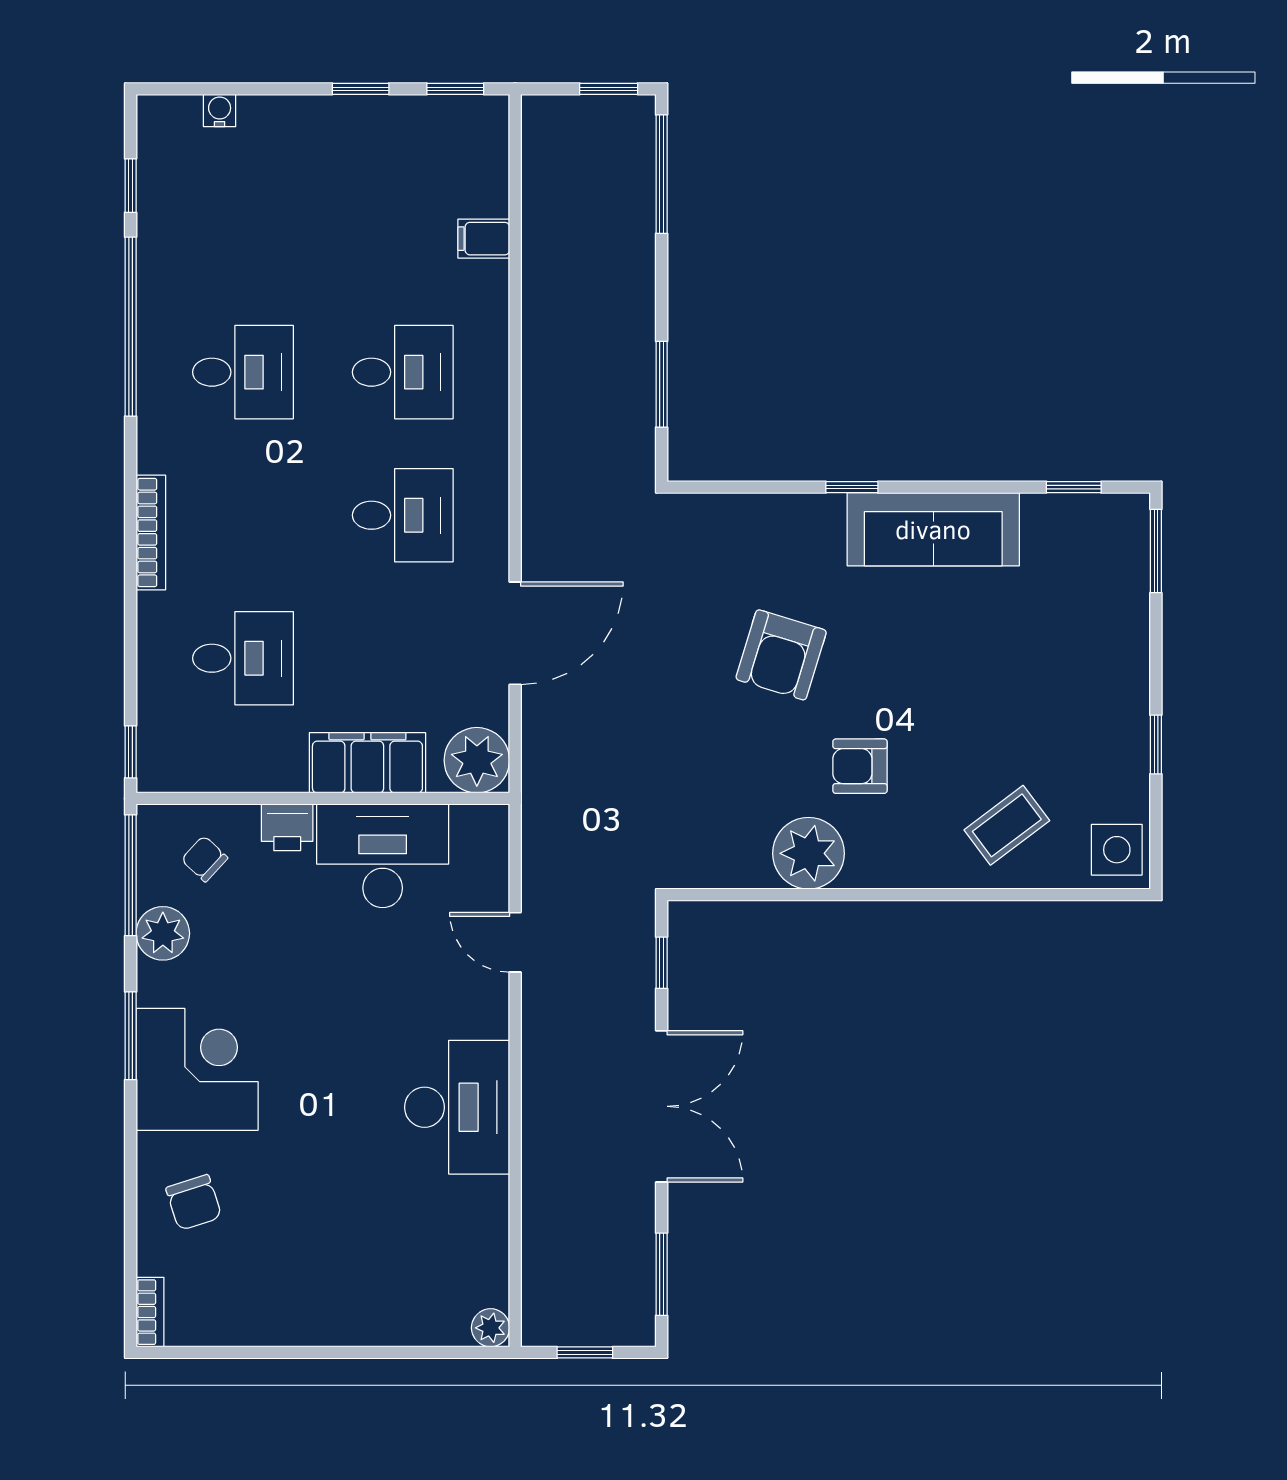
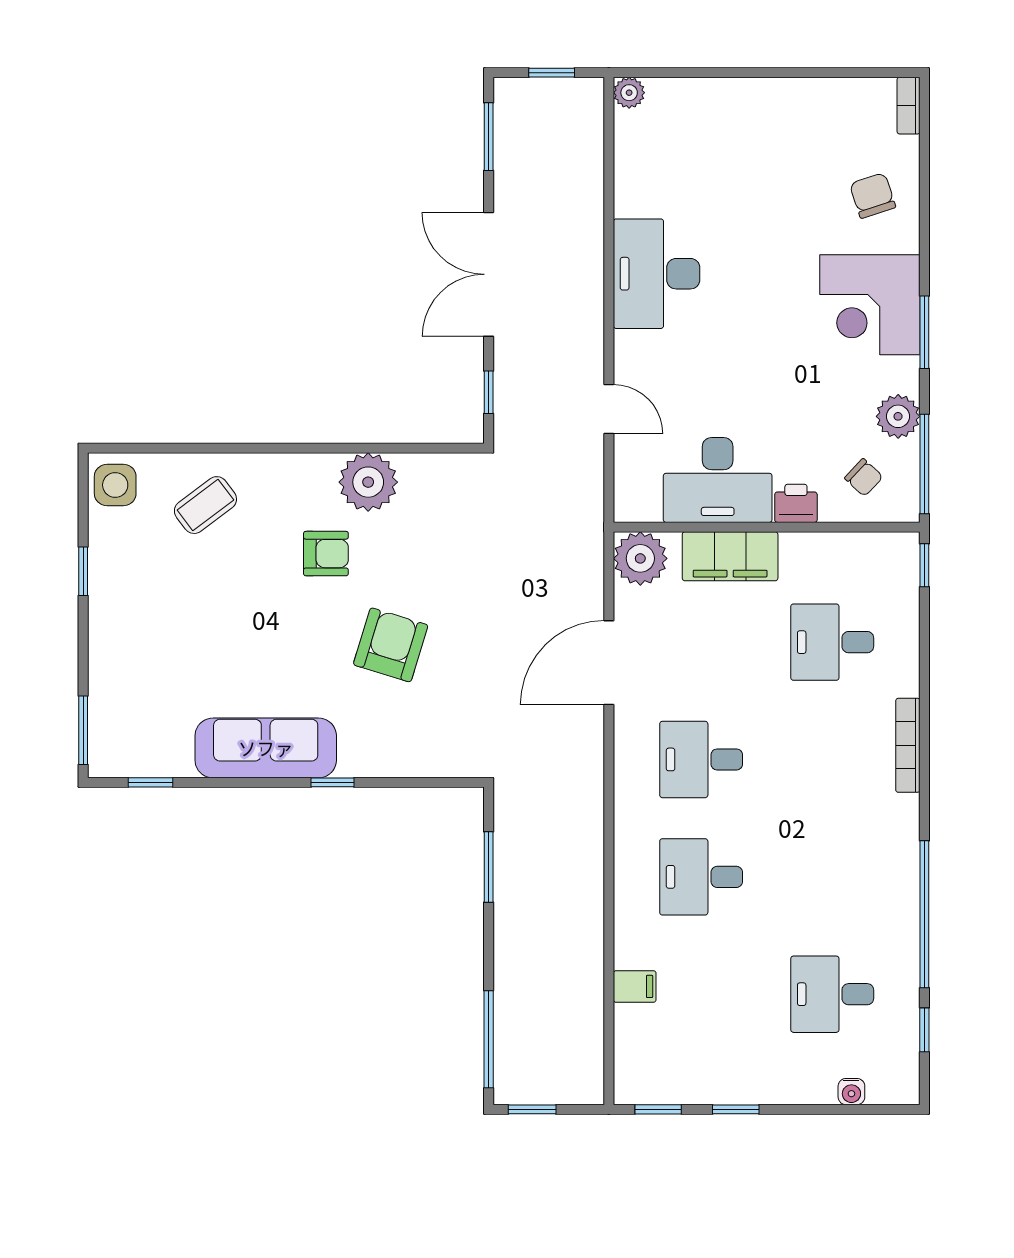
desk: (243, 372) -> (832, 994), moved

